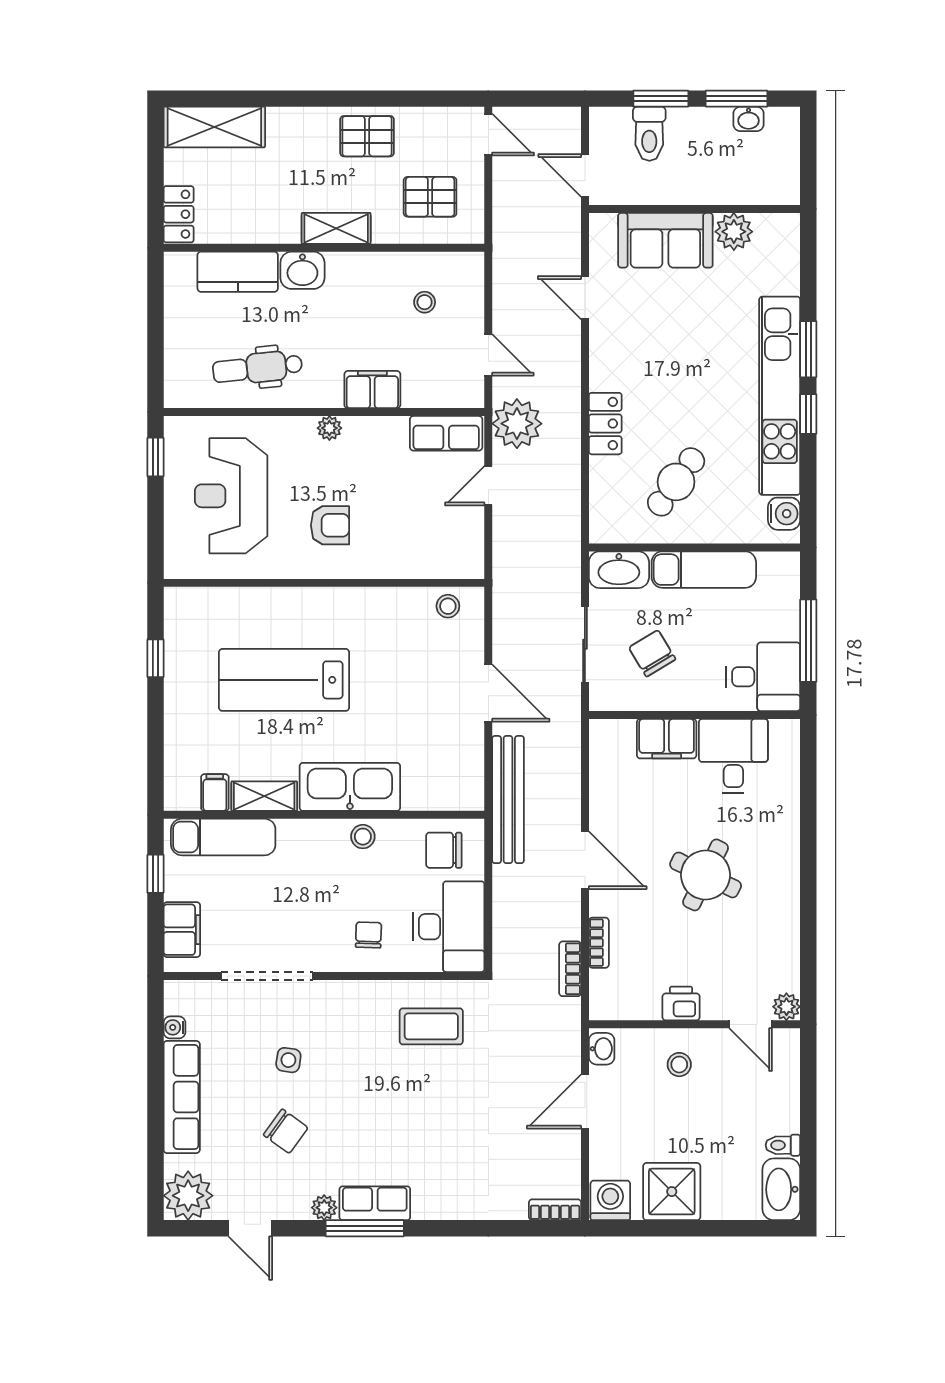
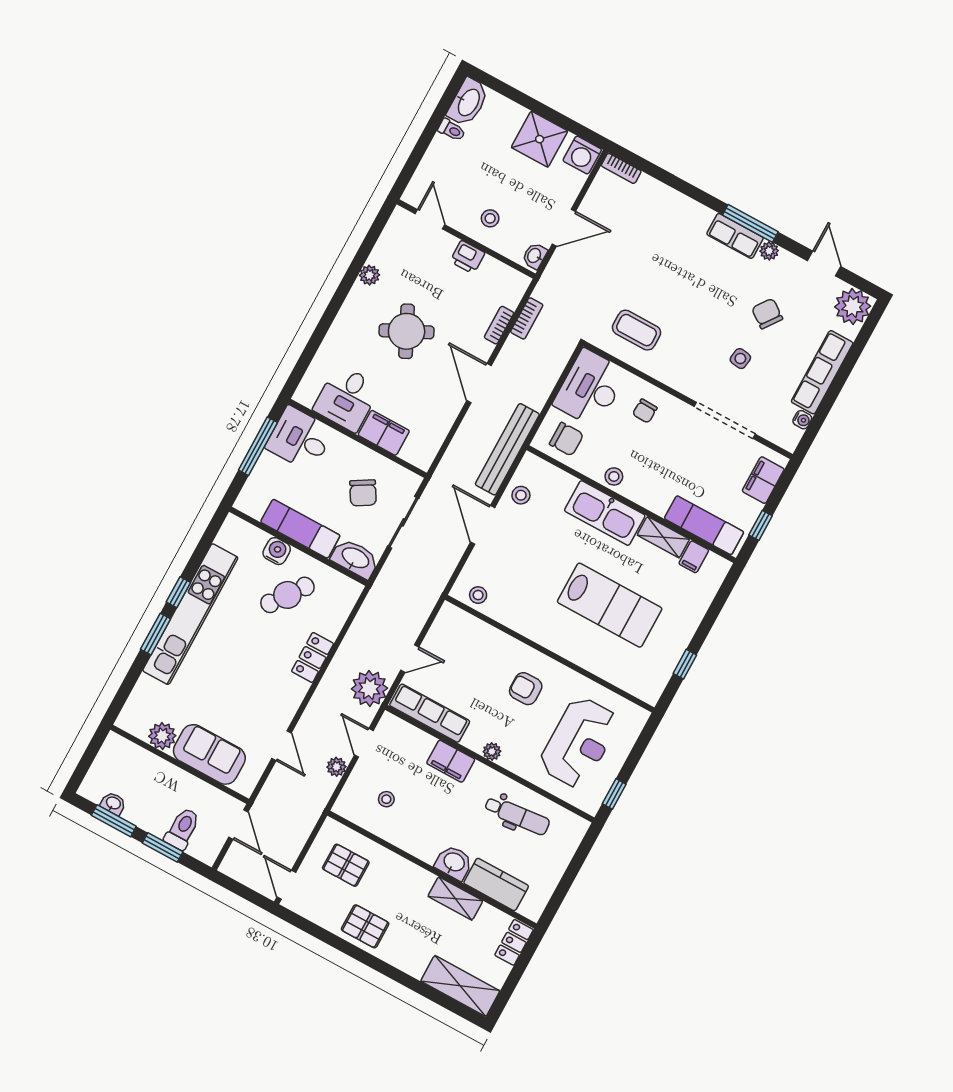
shelving: (336, 228) -> (455, 898), moved
plant: (505, 308) -> (336, 767), added
row of seats: (446, 433) -> (430, 713), width x1.48
water cooler: (784, 514) -> (277, 551), moved, turned 90
stool: (462, 754) -> (521, 495), added
round table: (706, 875) -> (407, 331), turned 38
plant: (786, 1007) -> (369, 275), moved

